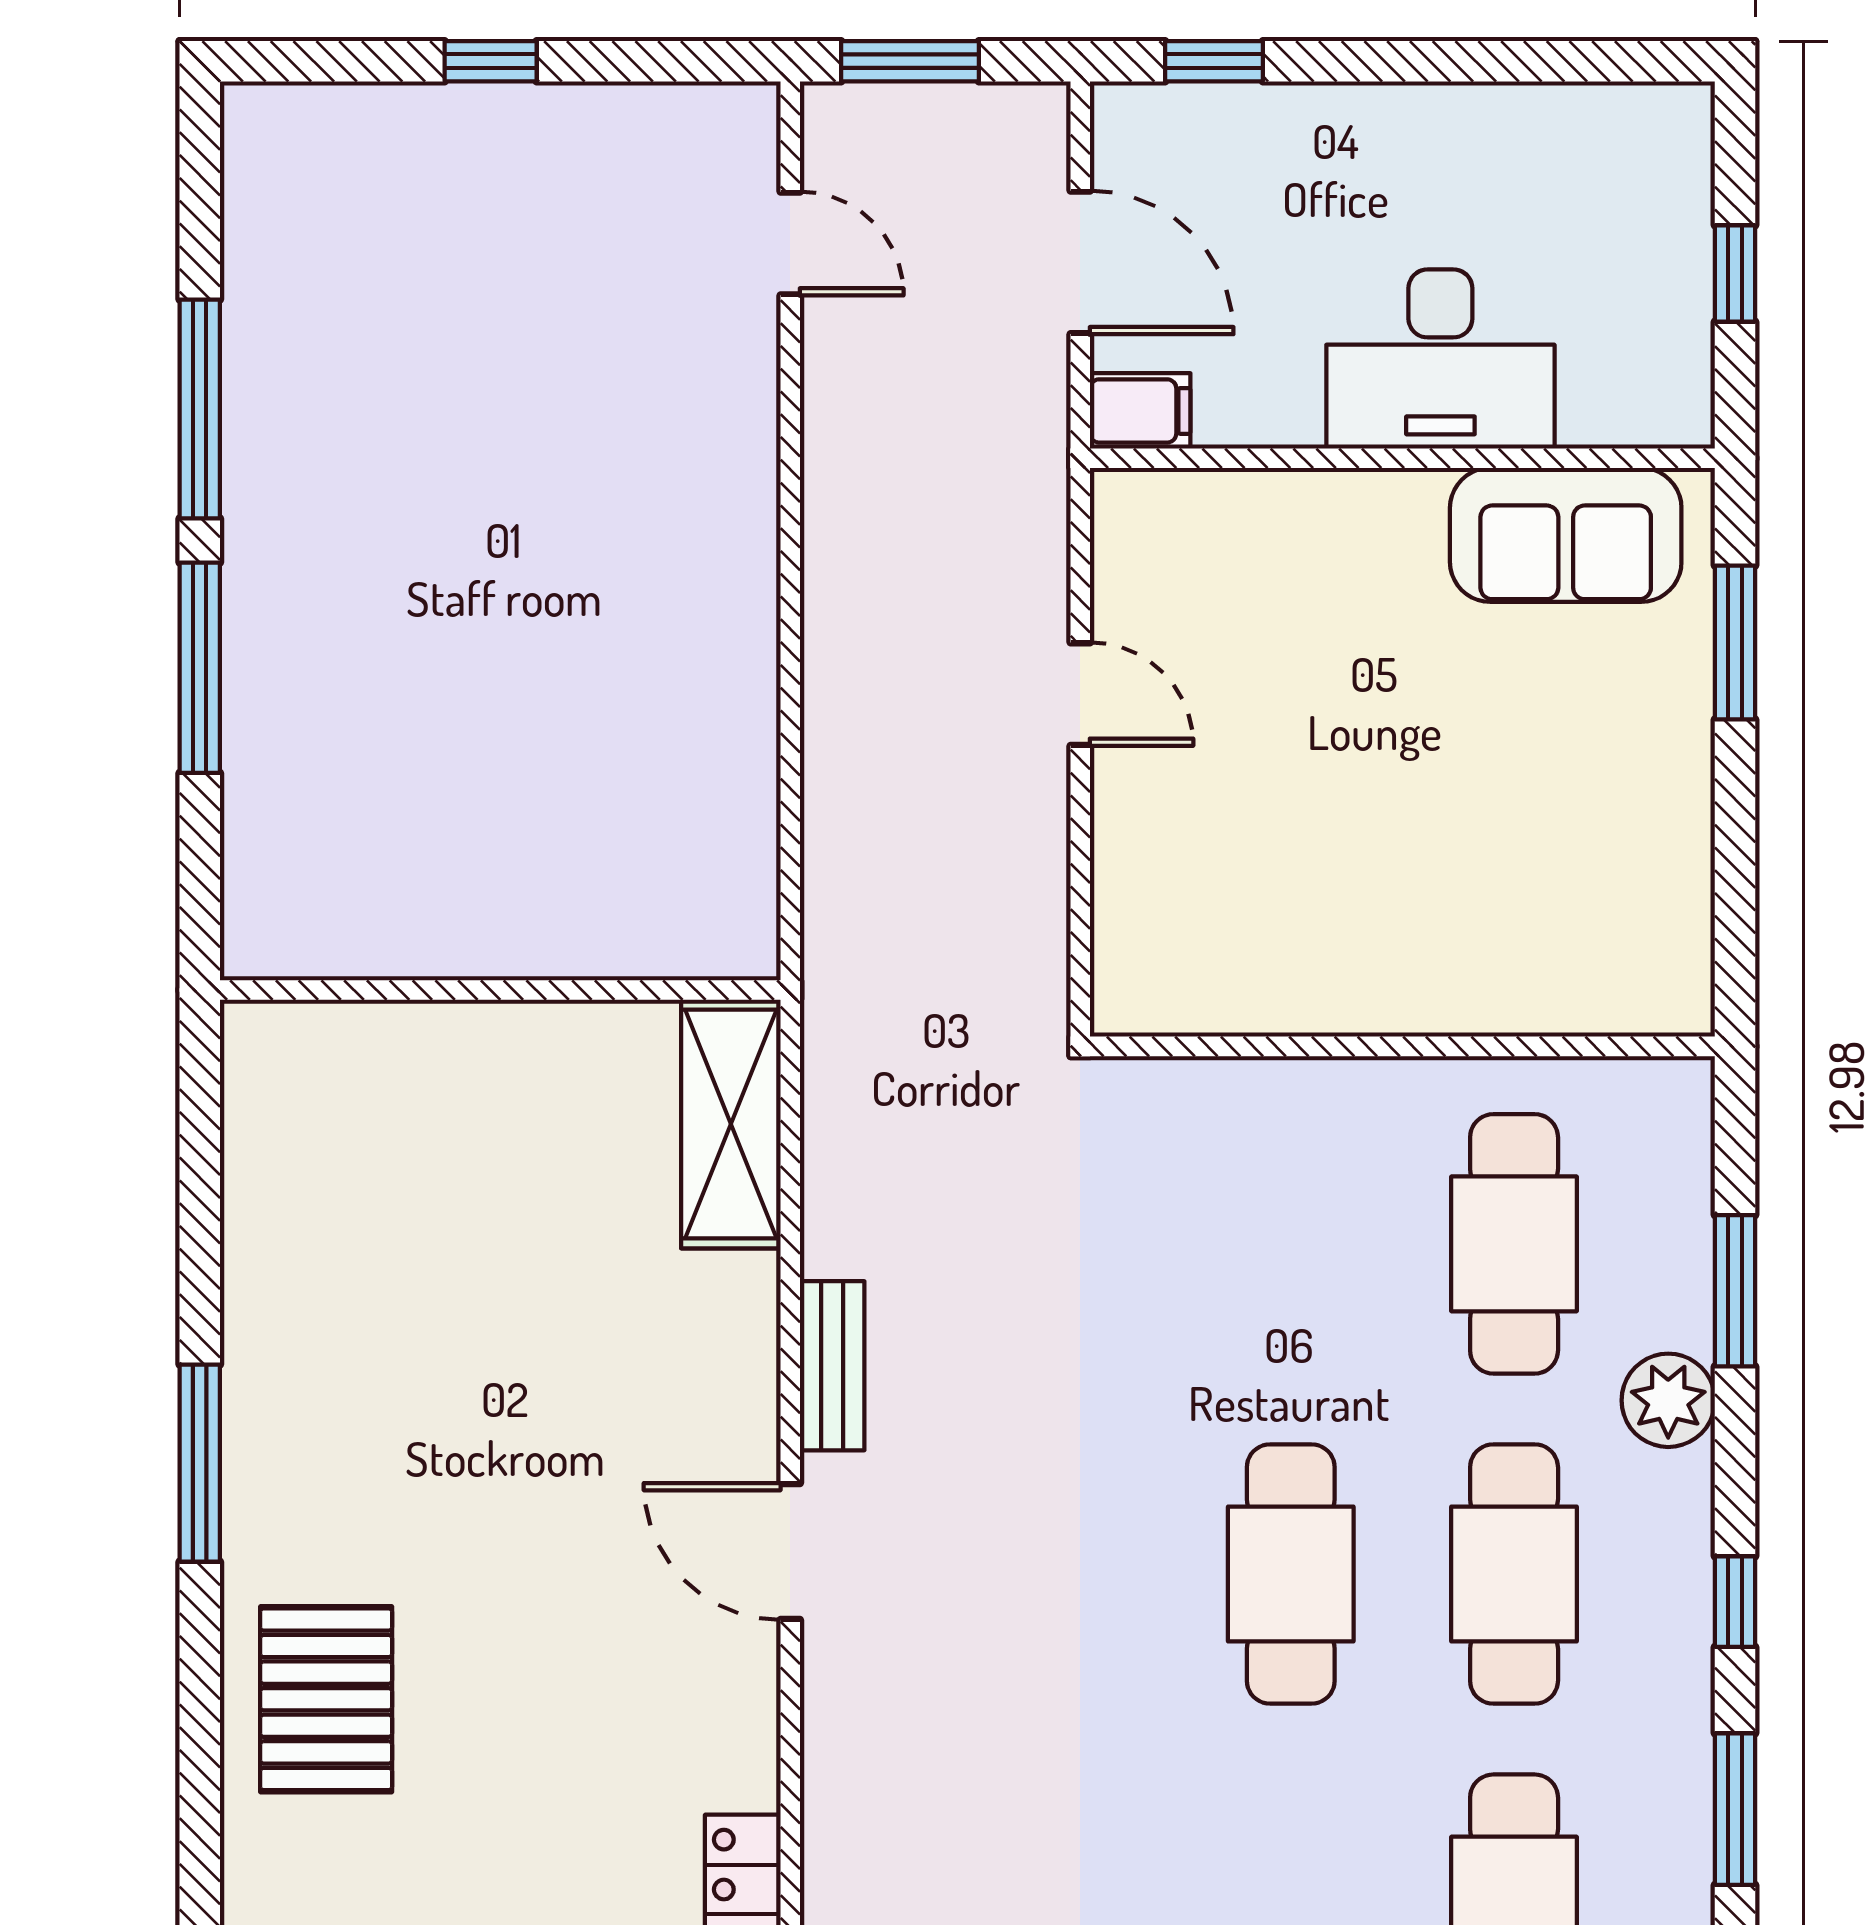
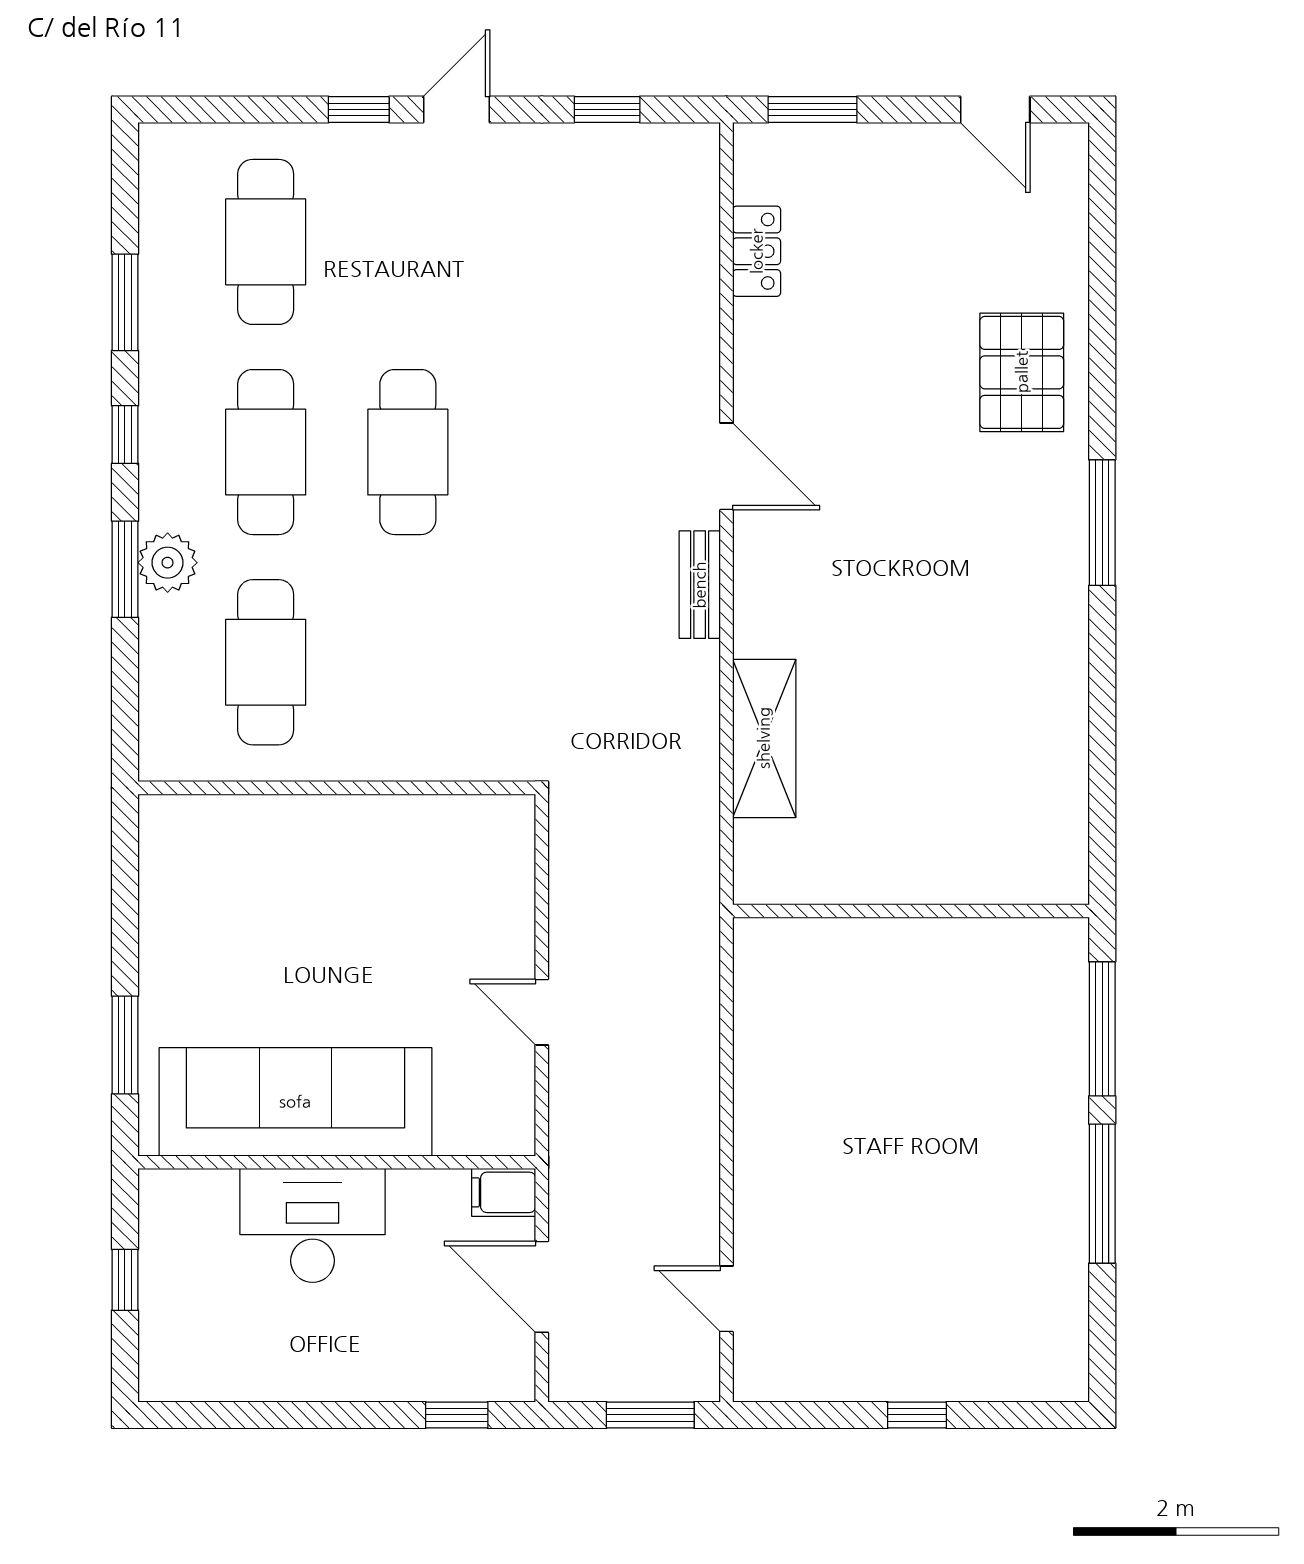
sofa: (1566, 535) -> (295, 1102), width x1.85, depth x1.27
wall: (500, 990) -> (911, 911), moved
window: (1735, 1291) -> (125, 569), moved

